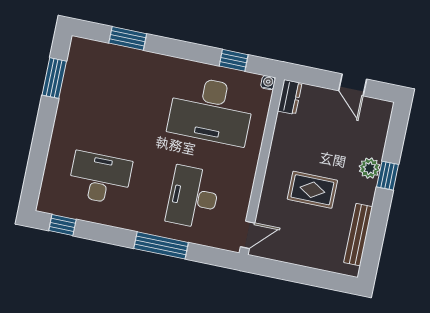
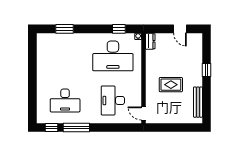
window: (54, 78) -> (32, 56), removed
plant: (370, 168) -> (197, 68), removed
desk: (100, 178) -> (65, 100), turned 180
door: (248, 235) -> (144, 113), swing flipped
window: (161, 245) -> (76, 127), moved

